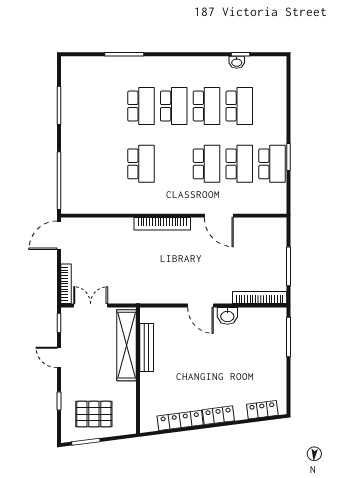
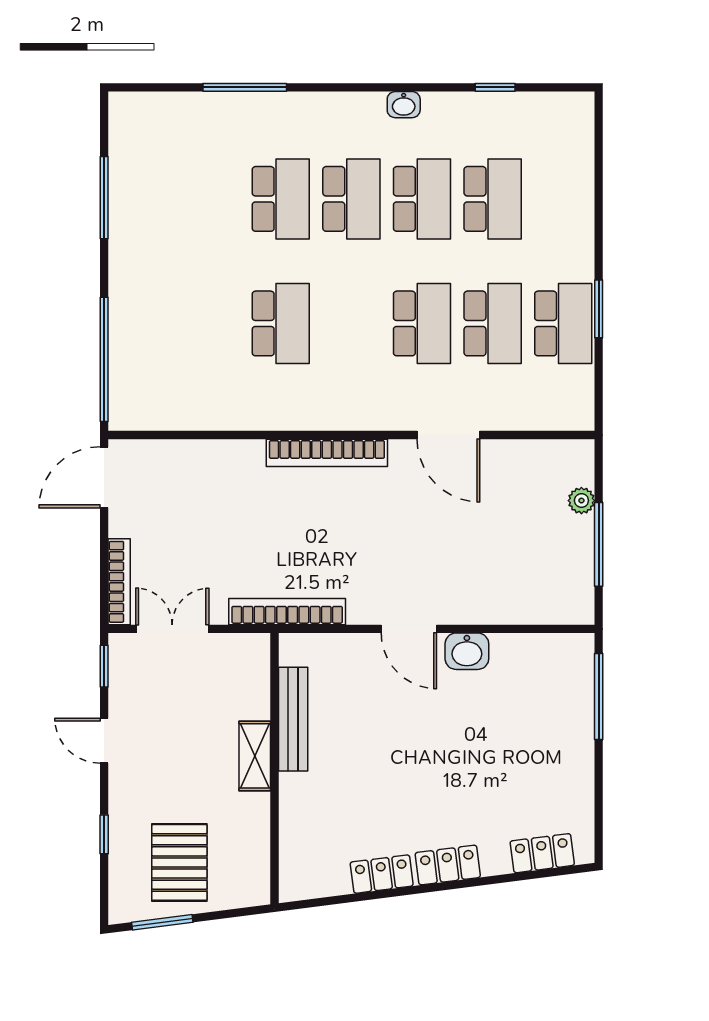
washbasin: (237, 62) -> (404, 105), moved
plant: (281, 246) -> (581, 501), added
bookcase: (260, 298) -> (287, 612), moved
shelving: (126, 345) -> (255, 756), width x0.45, depth x0.75
pallet: (94, 414) -> (179, 862), turned 90
locker: (180, 420) -> (382, 874), width x0.66

